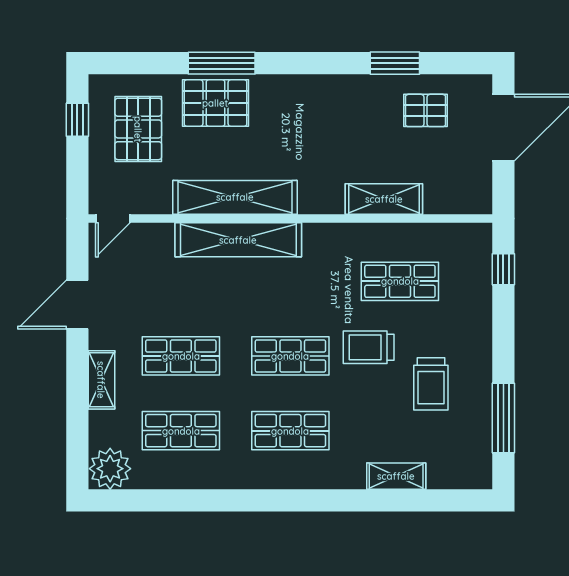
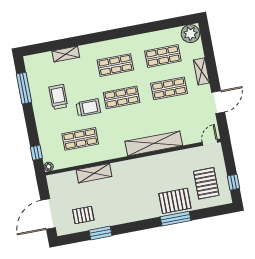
shelving: (235, 197) -> (159, 162), removed
plant: (482, 233) -> (49, 167), added

